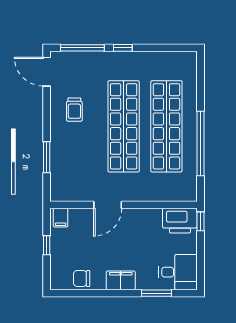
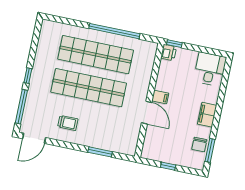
filing cabinet: (61, 218) -> (160, 97), moved
printer: (180, 221) -> (169, 52), width x0.53, depth x0.68
window: (156, 293) -> (210, 150), moved

